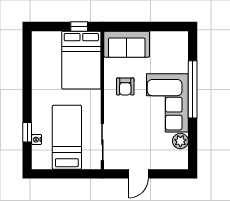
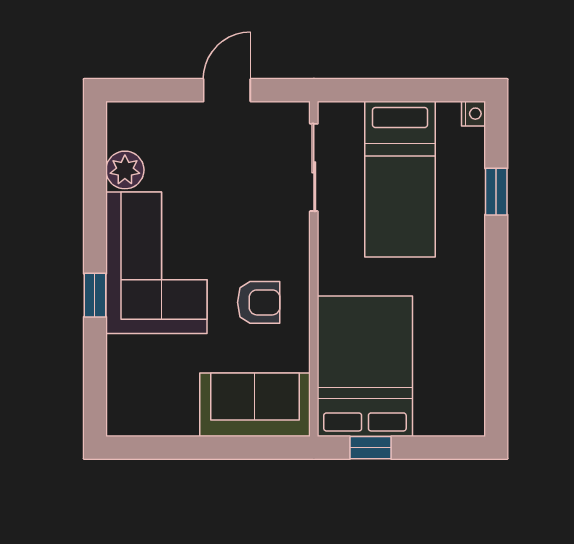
armchair: (125, 86) -> (259, 302), turned 90
window: (193, 89) -> (95, 295), width x0.32
nightstand: (37, 140) -> (473, 114), moved

